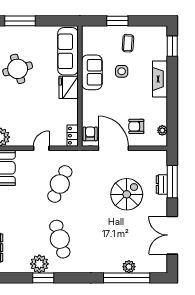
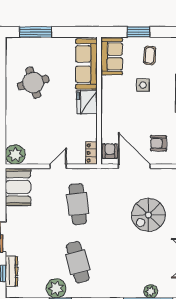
sofa: (92, 72) -> (112, 56), moved
cafe table: (60, 184) -> (78, 204), turned -30
spiral stairs: (127, 194) -> (148, 215), turned 180

